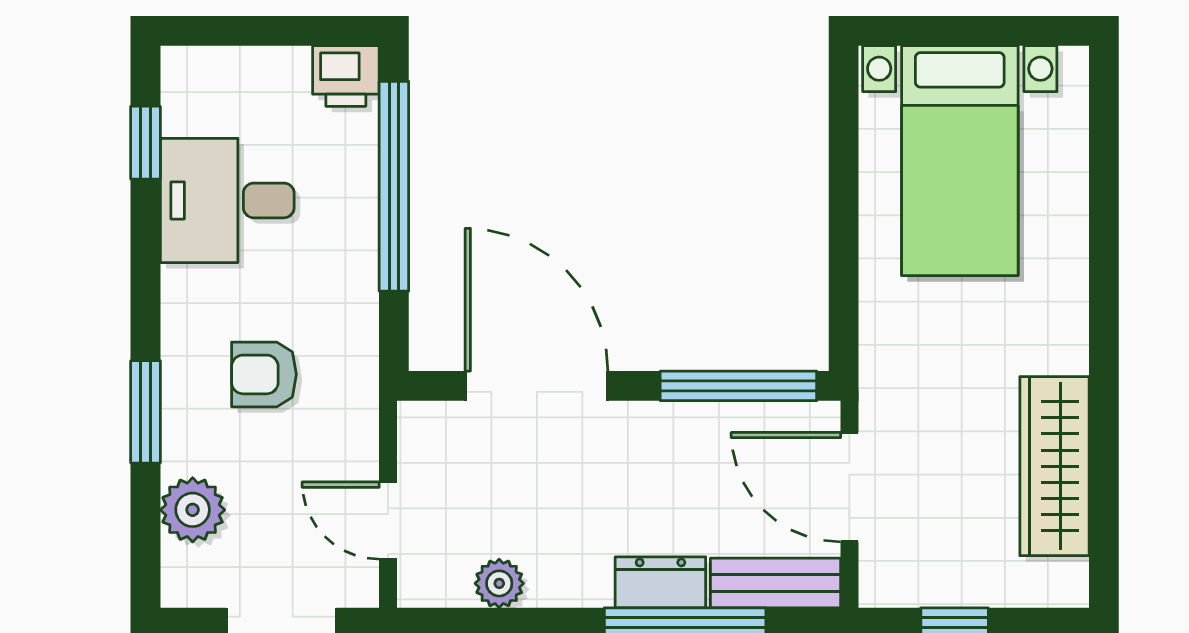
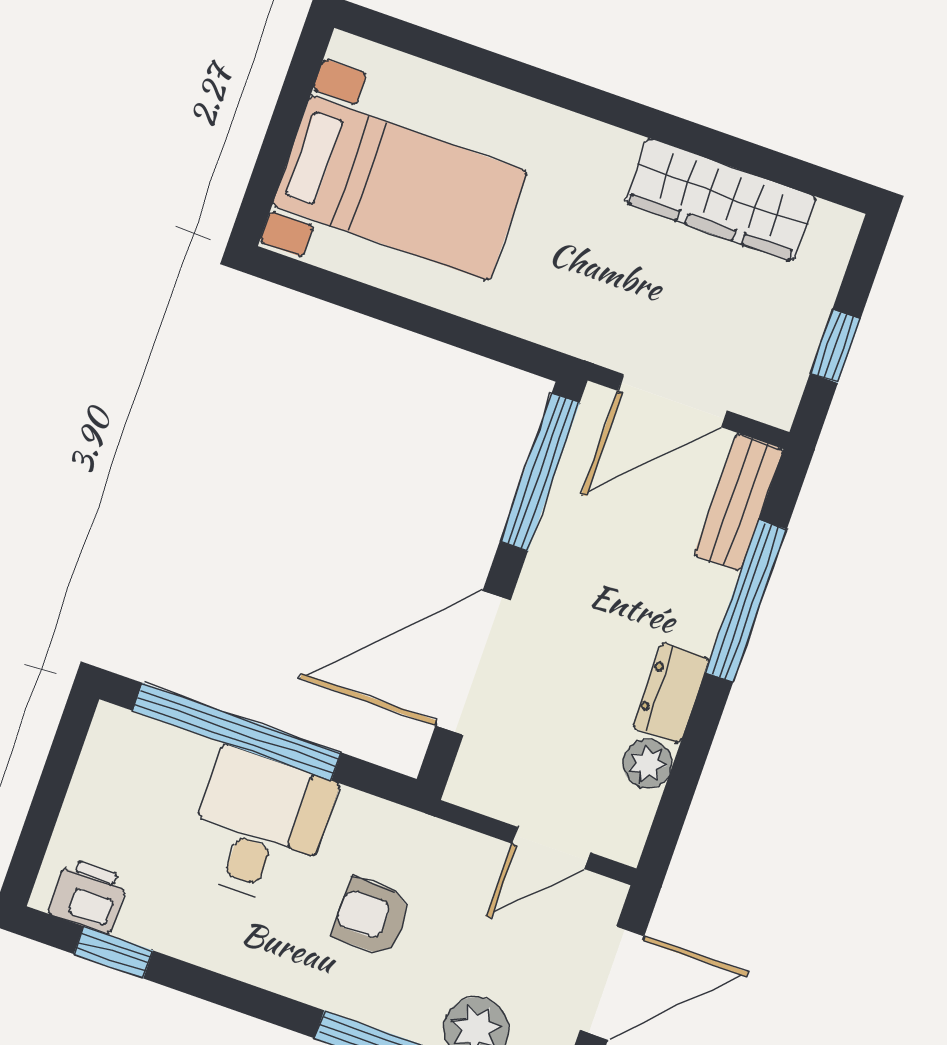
printer: (346, 76) -> (88, 896), moved, turned -90
desk: (227, 200) -> (260, 826), moved, turned 180
armchair: (264, 374) -> (372, 917), turned 90
dresser: (660, 582) -> (671, 693), moved

